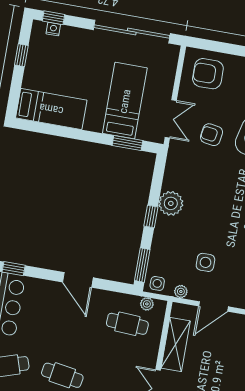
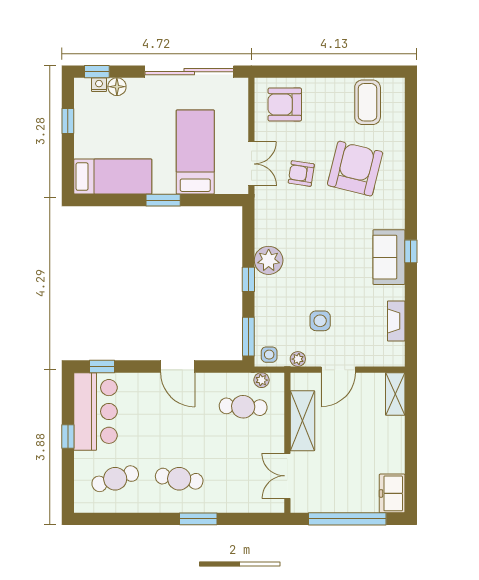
floor lamp: (68, 33) -> (117, 87), added
window: (127, 143) -> (163, 200), moved

